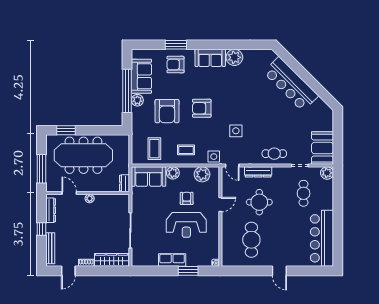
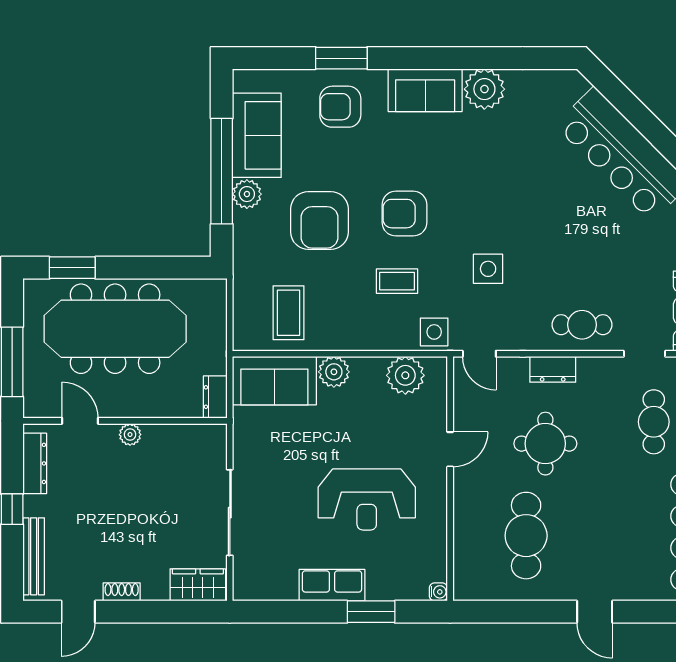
coffee table: (186, 150) -> (397, 281), moved
dresser: (258, 172) -> (553, 369), width x0.70
armchair: (187, 198) -> (368, 434), removed
wardrobe: (112, 260) -> (198, 585), width x0.67

